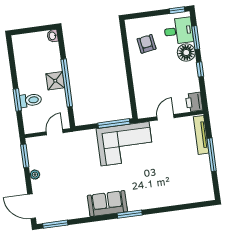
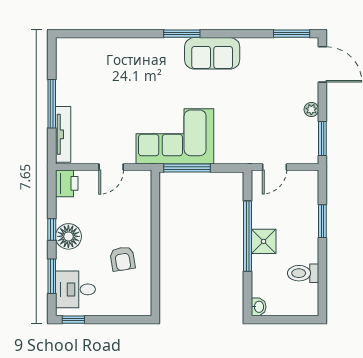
armchair: (147, 44) -> (123, 259), moved
floor lamp: (186, 53) -> (68, 236), moved
toilet: (31, 100) -> (303, 273), moved

